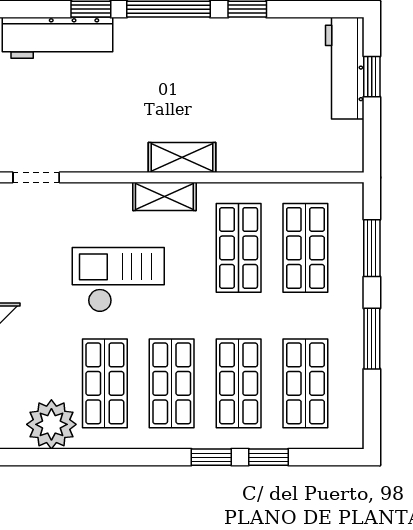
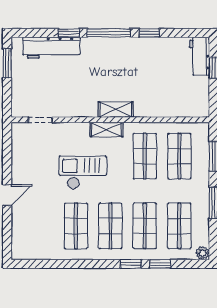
workbench: (345, 68) -> (200, 56), width x0.73
plant: (51, 424) -> (203, 253), moved, width x0.53, depth x0.53

